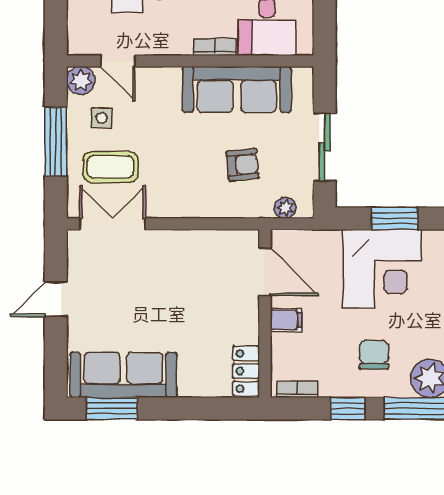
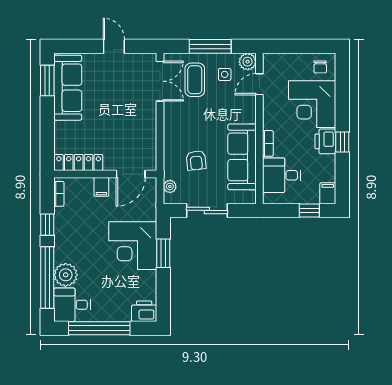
chair: (374, 355) -> (80, 241), removed
locker: (246, 371) -> (79, 163), width x1.53

